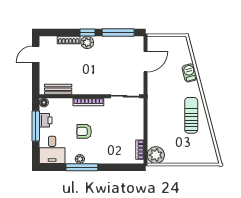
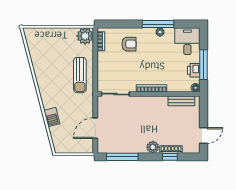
window: (87, 33) -> (170, 157), moved
sun lounger: (191, 115) -> (80, 75), moved
armchair: (84, 131) -> (129, 44), moved

